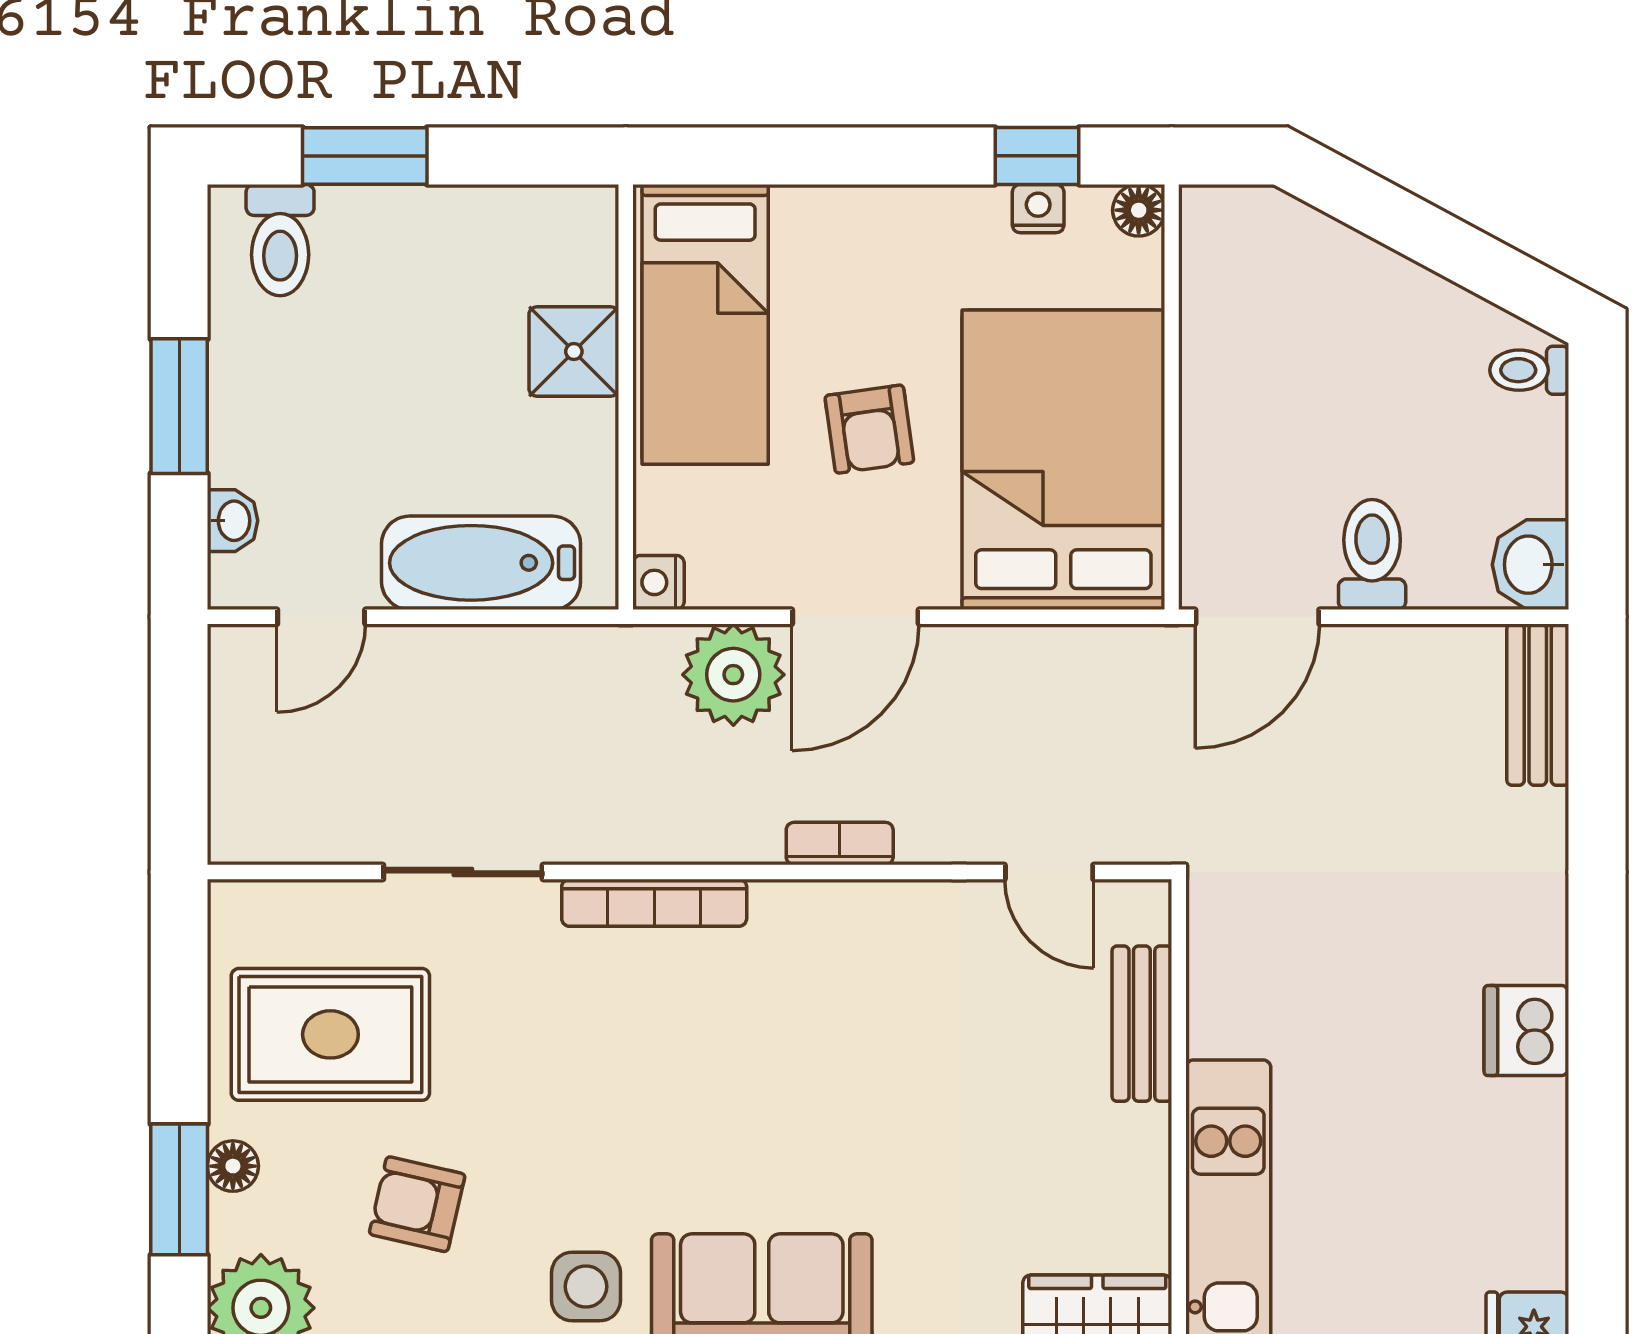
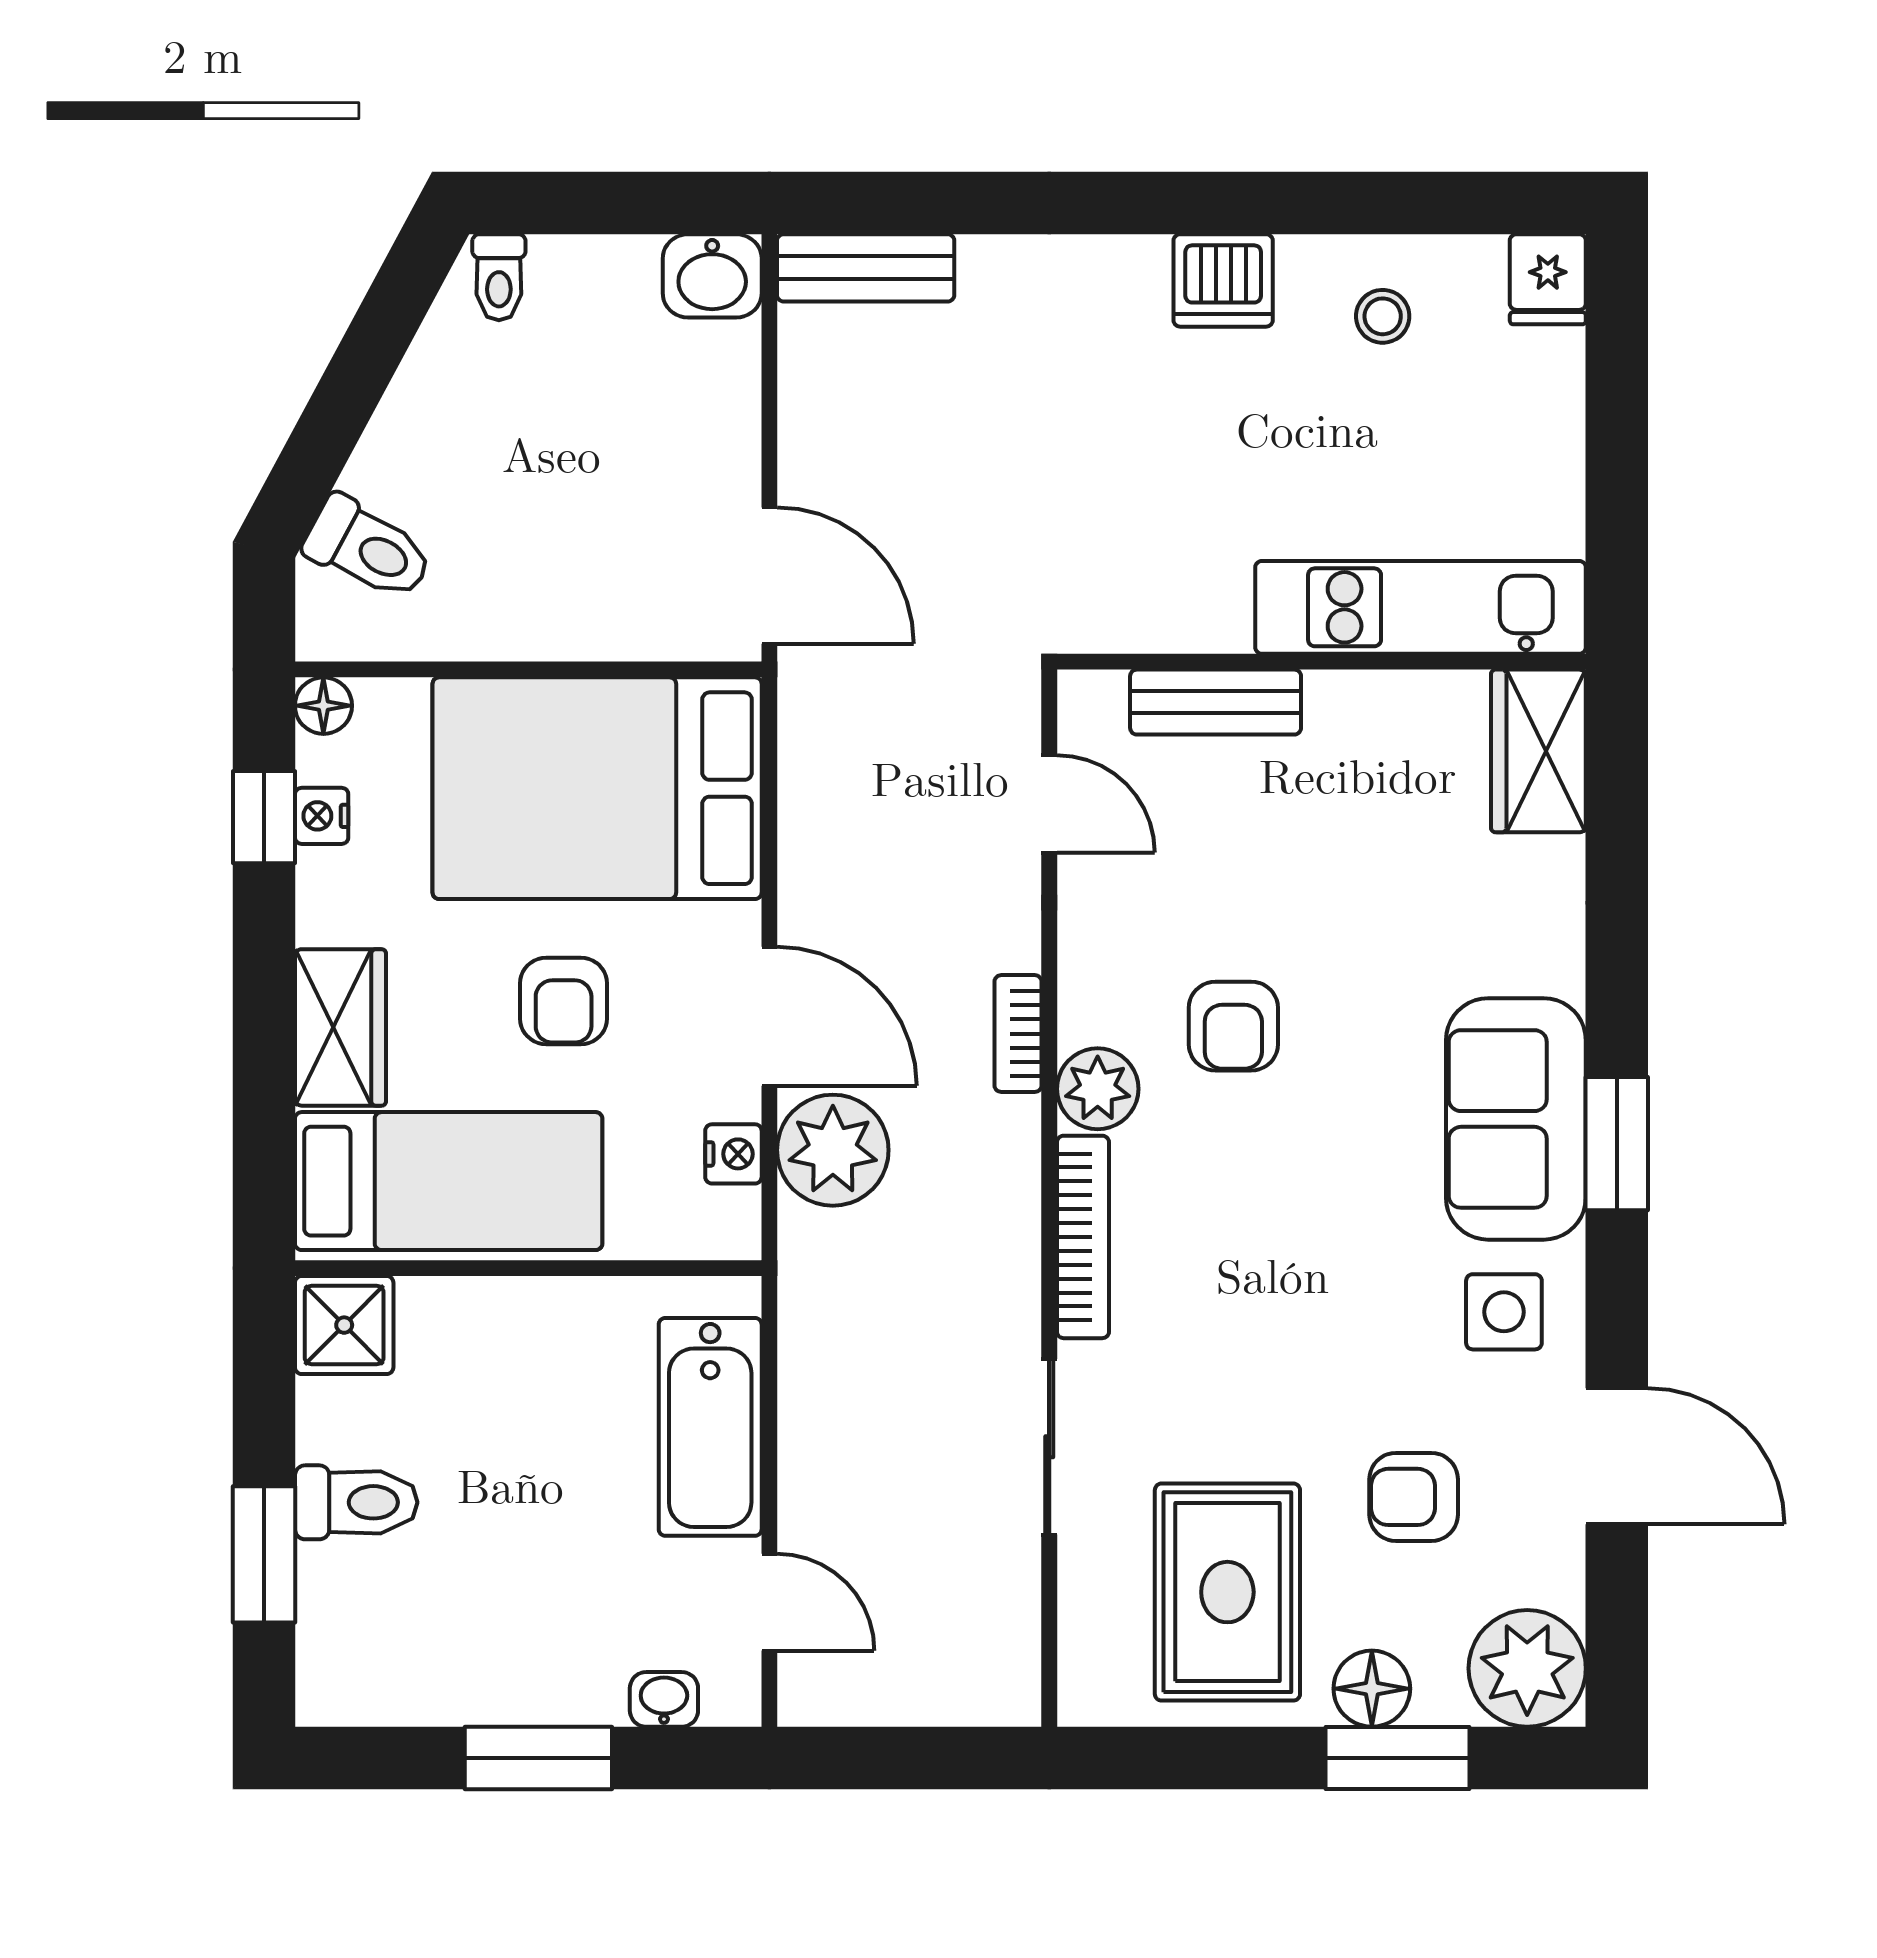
wardrobe: (845, 226) -> (340, 1027), added
toilet: (280, 240) -> (356, 1502), moved
shower: (574, 352) -> (344, 1325), moved
armchair: (869, 429) -> (564, 1001), turned 98
toilet: (1372, 555) -> (368, 549), moved, turned -152
nightstand: (658, 582) -> (733, 1154), moved, turned -90
door: (1049, 872) -> (1049, 804), hinge flipped
plant: (789, 916) -> (1098, 1089), added
armchair: (846, 1040) -> (1233, 1026), added
floor lamp: (233, 1166) -> (1372, 1689), width x1.37, depth x1.37
stool: (1494, 1176) -> (1383, 316), added
armchair: (417, 1204) -> (1414, 1497), turned 77

